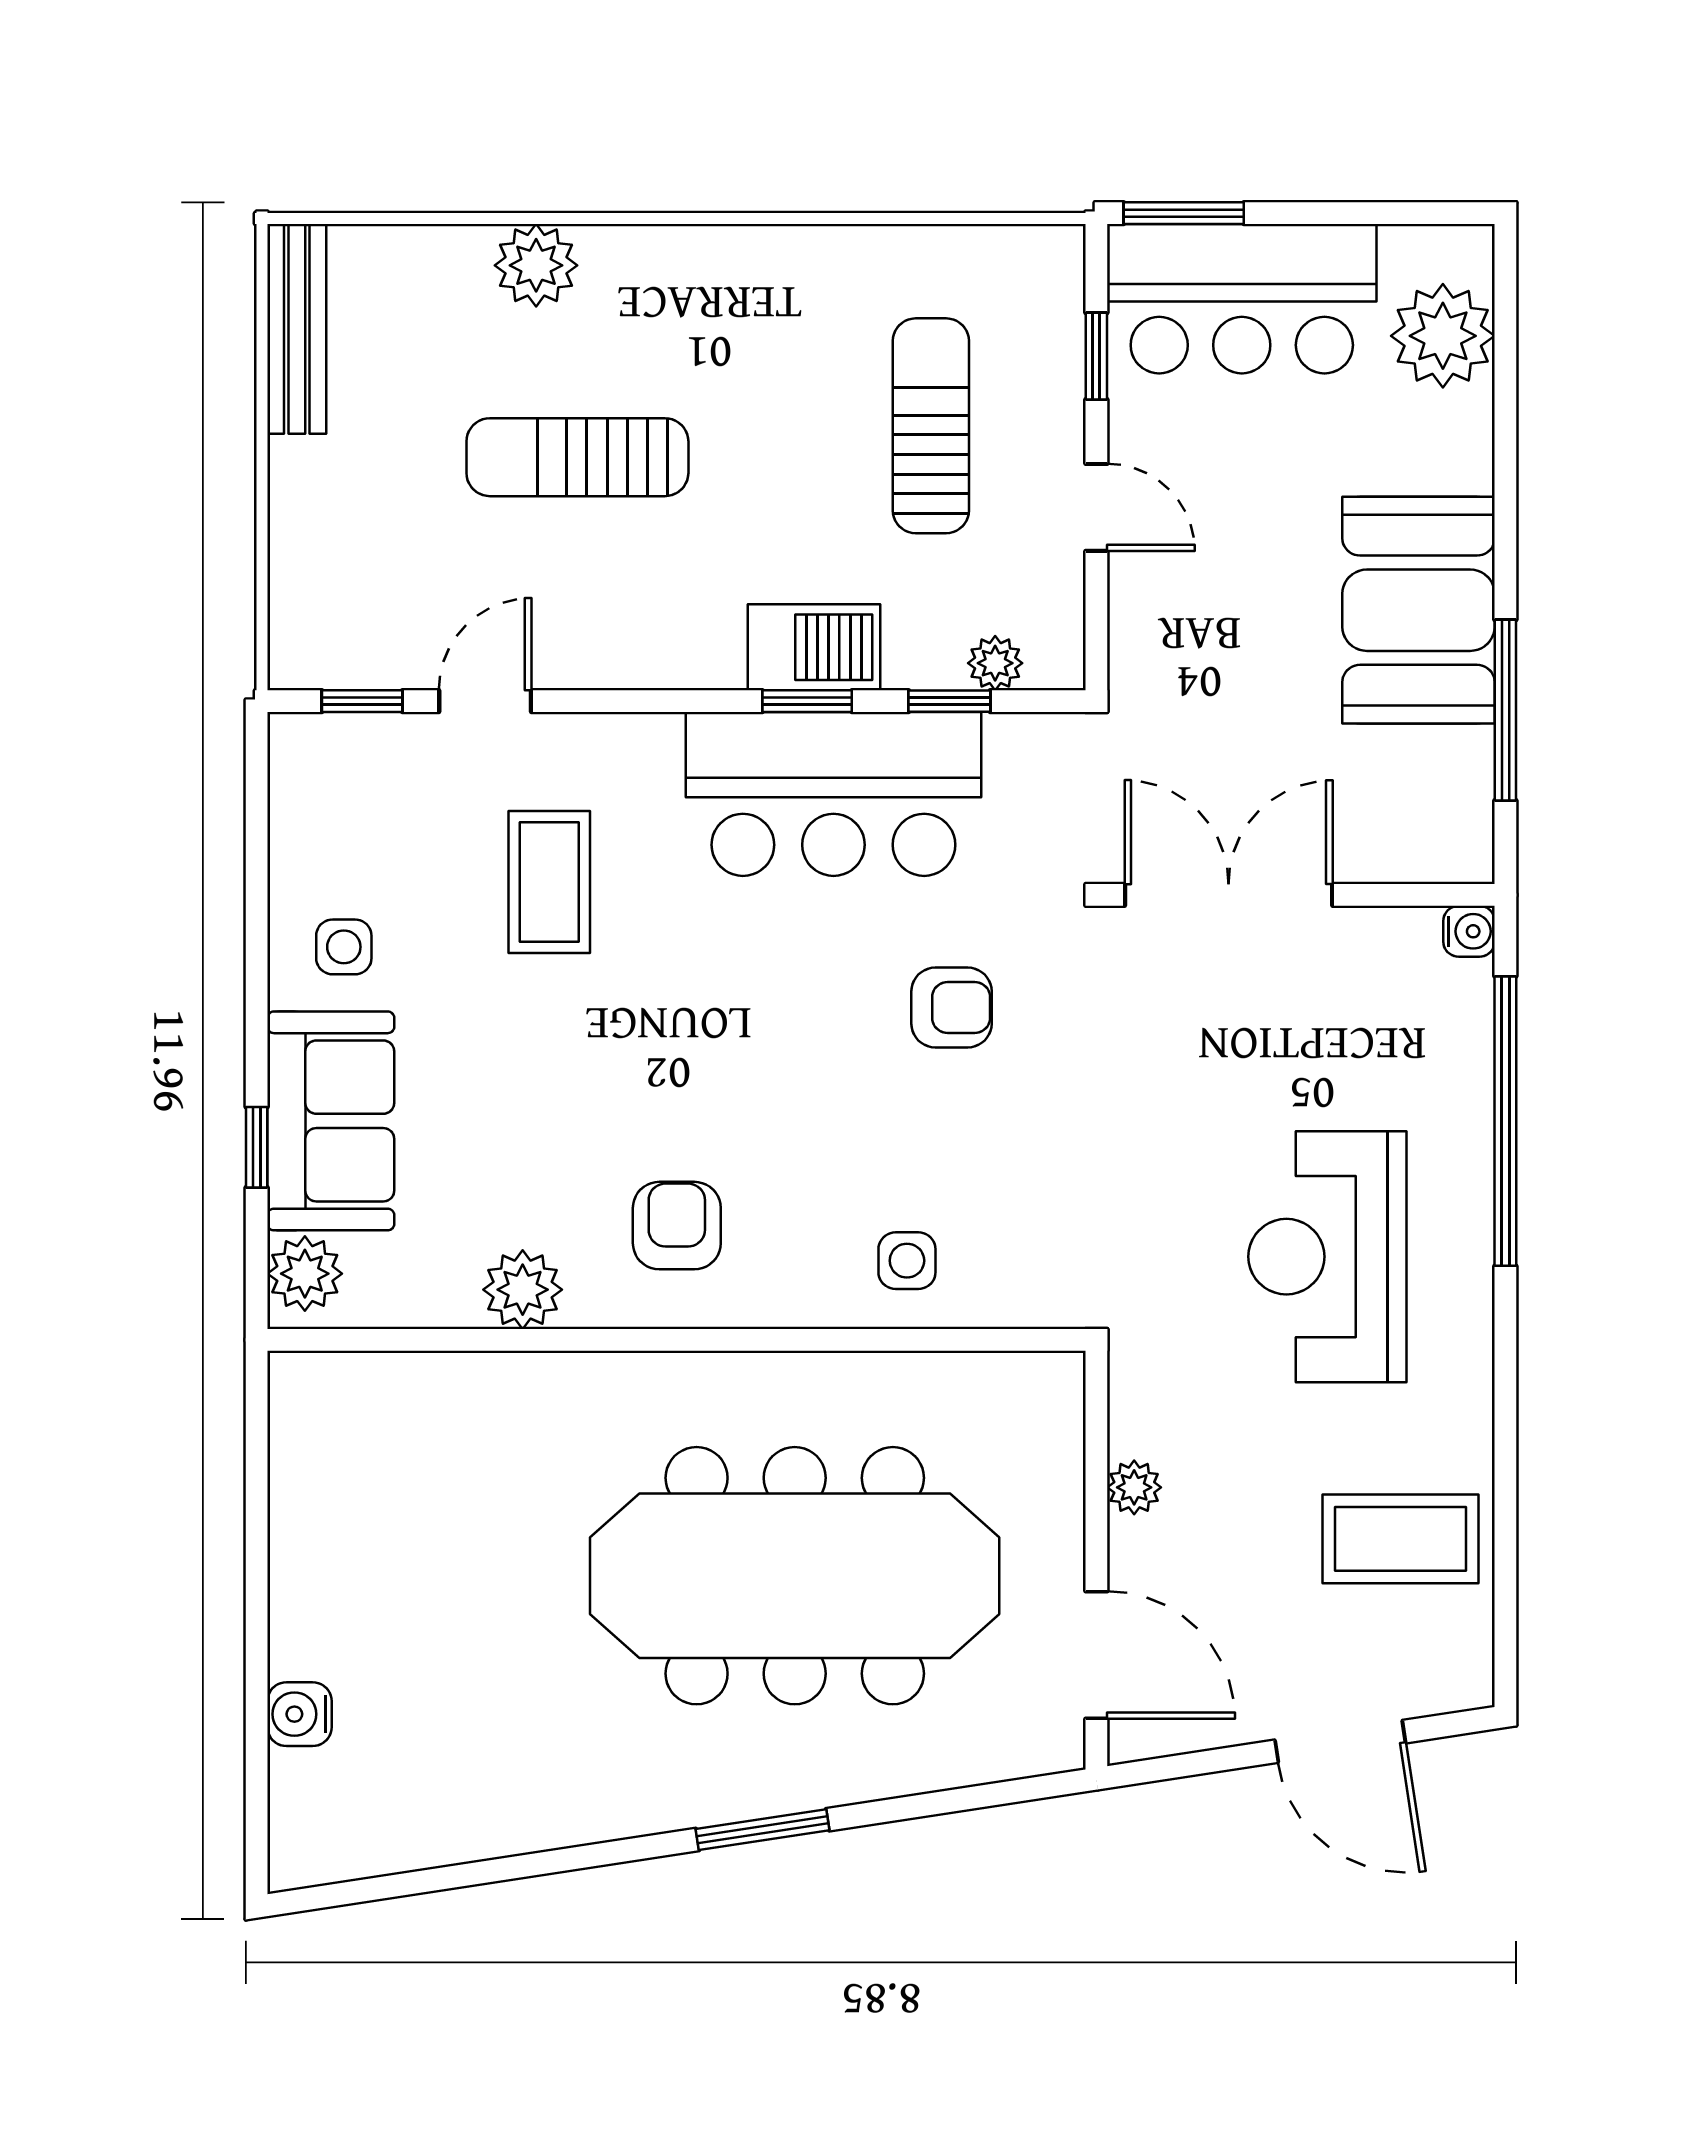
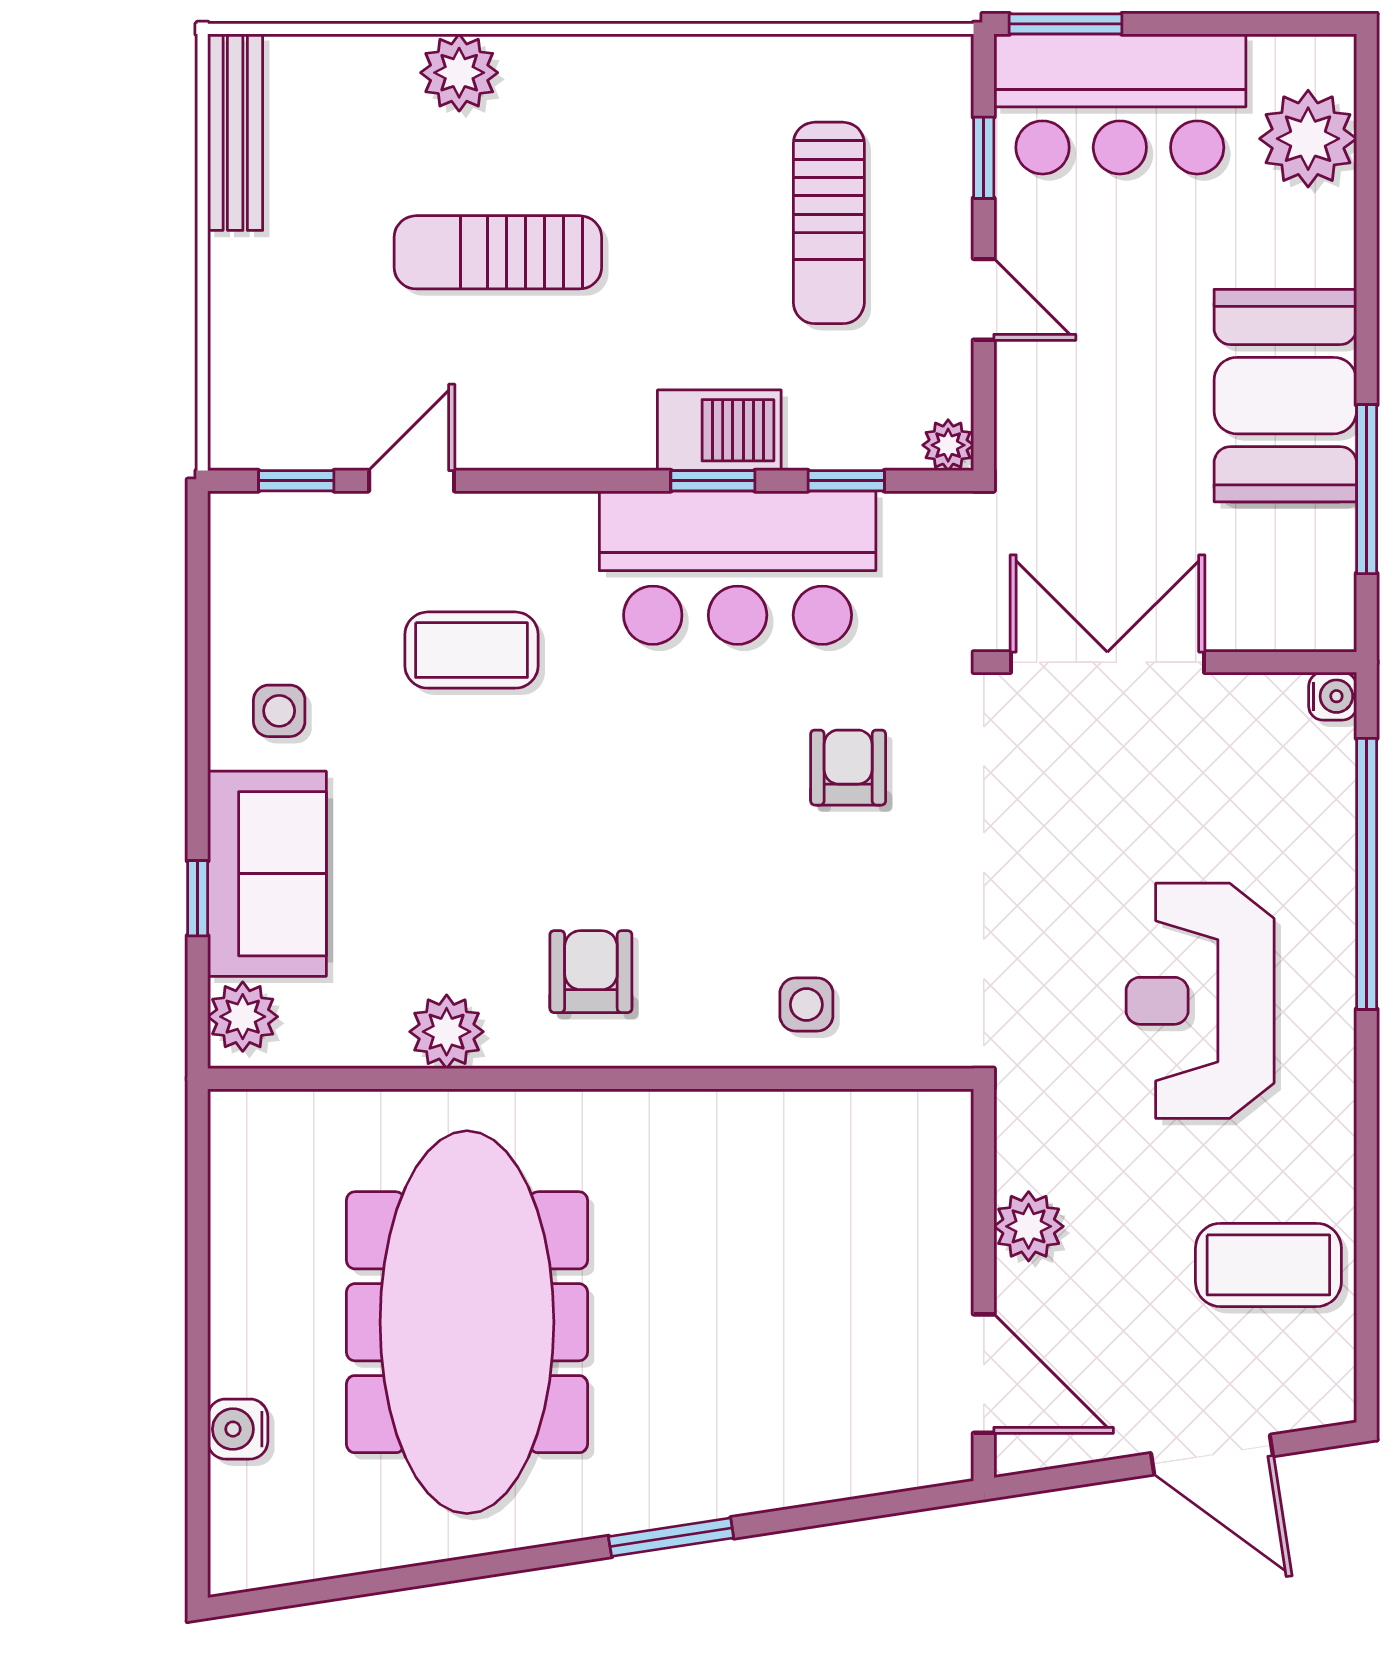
sun lounger: (931, 426) -> (829, 223), turned 180
plant: (995, 663) -> (948, 445), moved
coffee table: (549, 882) -> (472, 650), turned 90
armchair: (952, 1007) -> (848, 768), turned -90
plant: (1134, 1487) -> (1029, 1226), width x1.38, depth x1.38
meeting table: (795, 1576) -> (467, 1322), moved, turned 90

